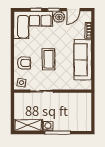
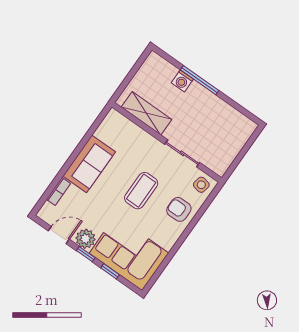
sofa: (83, 60) -> (89, 164), width x0.73
shelving: (28, 125) -> (147, 113), moved
washing machine: (48, 126) -> (182, 81), moved

